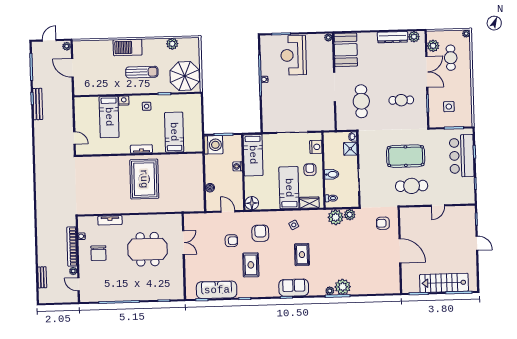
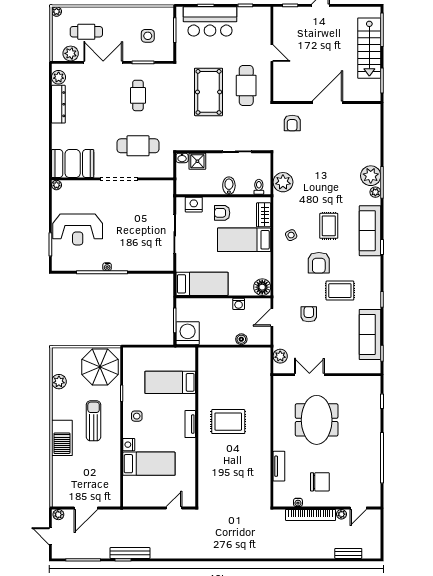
washing machine: (237, 166) -> (239, 304), moved
rug: (144, 179) -> (228, 422), width x0.73, depth x0.69
plant: (350, 215) -> (280, 356), moved
armchair: (260, 233) -> (319, 263), moved, turned -90
rug: (302, 255) -> (329, 226), turned 90
sofa: (294, 288) -> (370, 231), width x1.36

